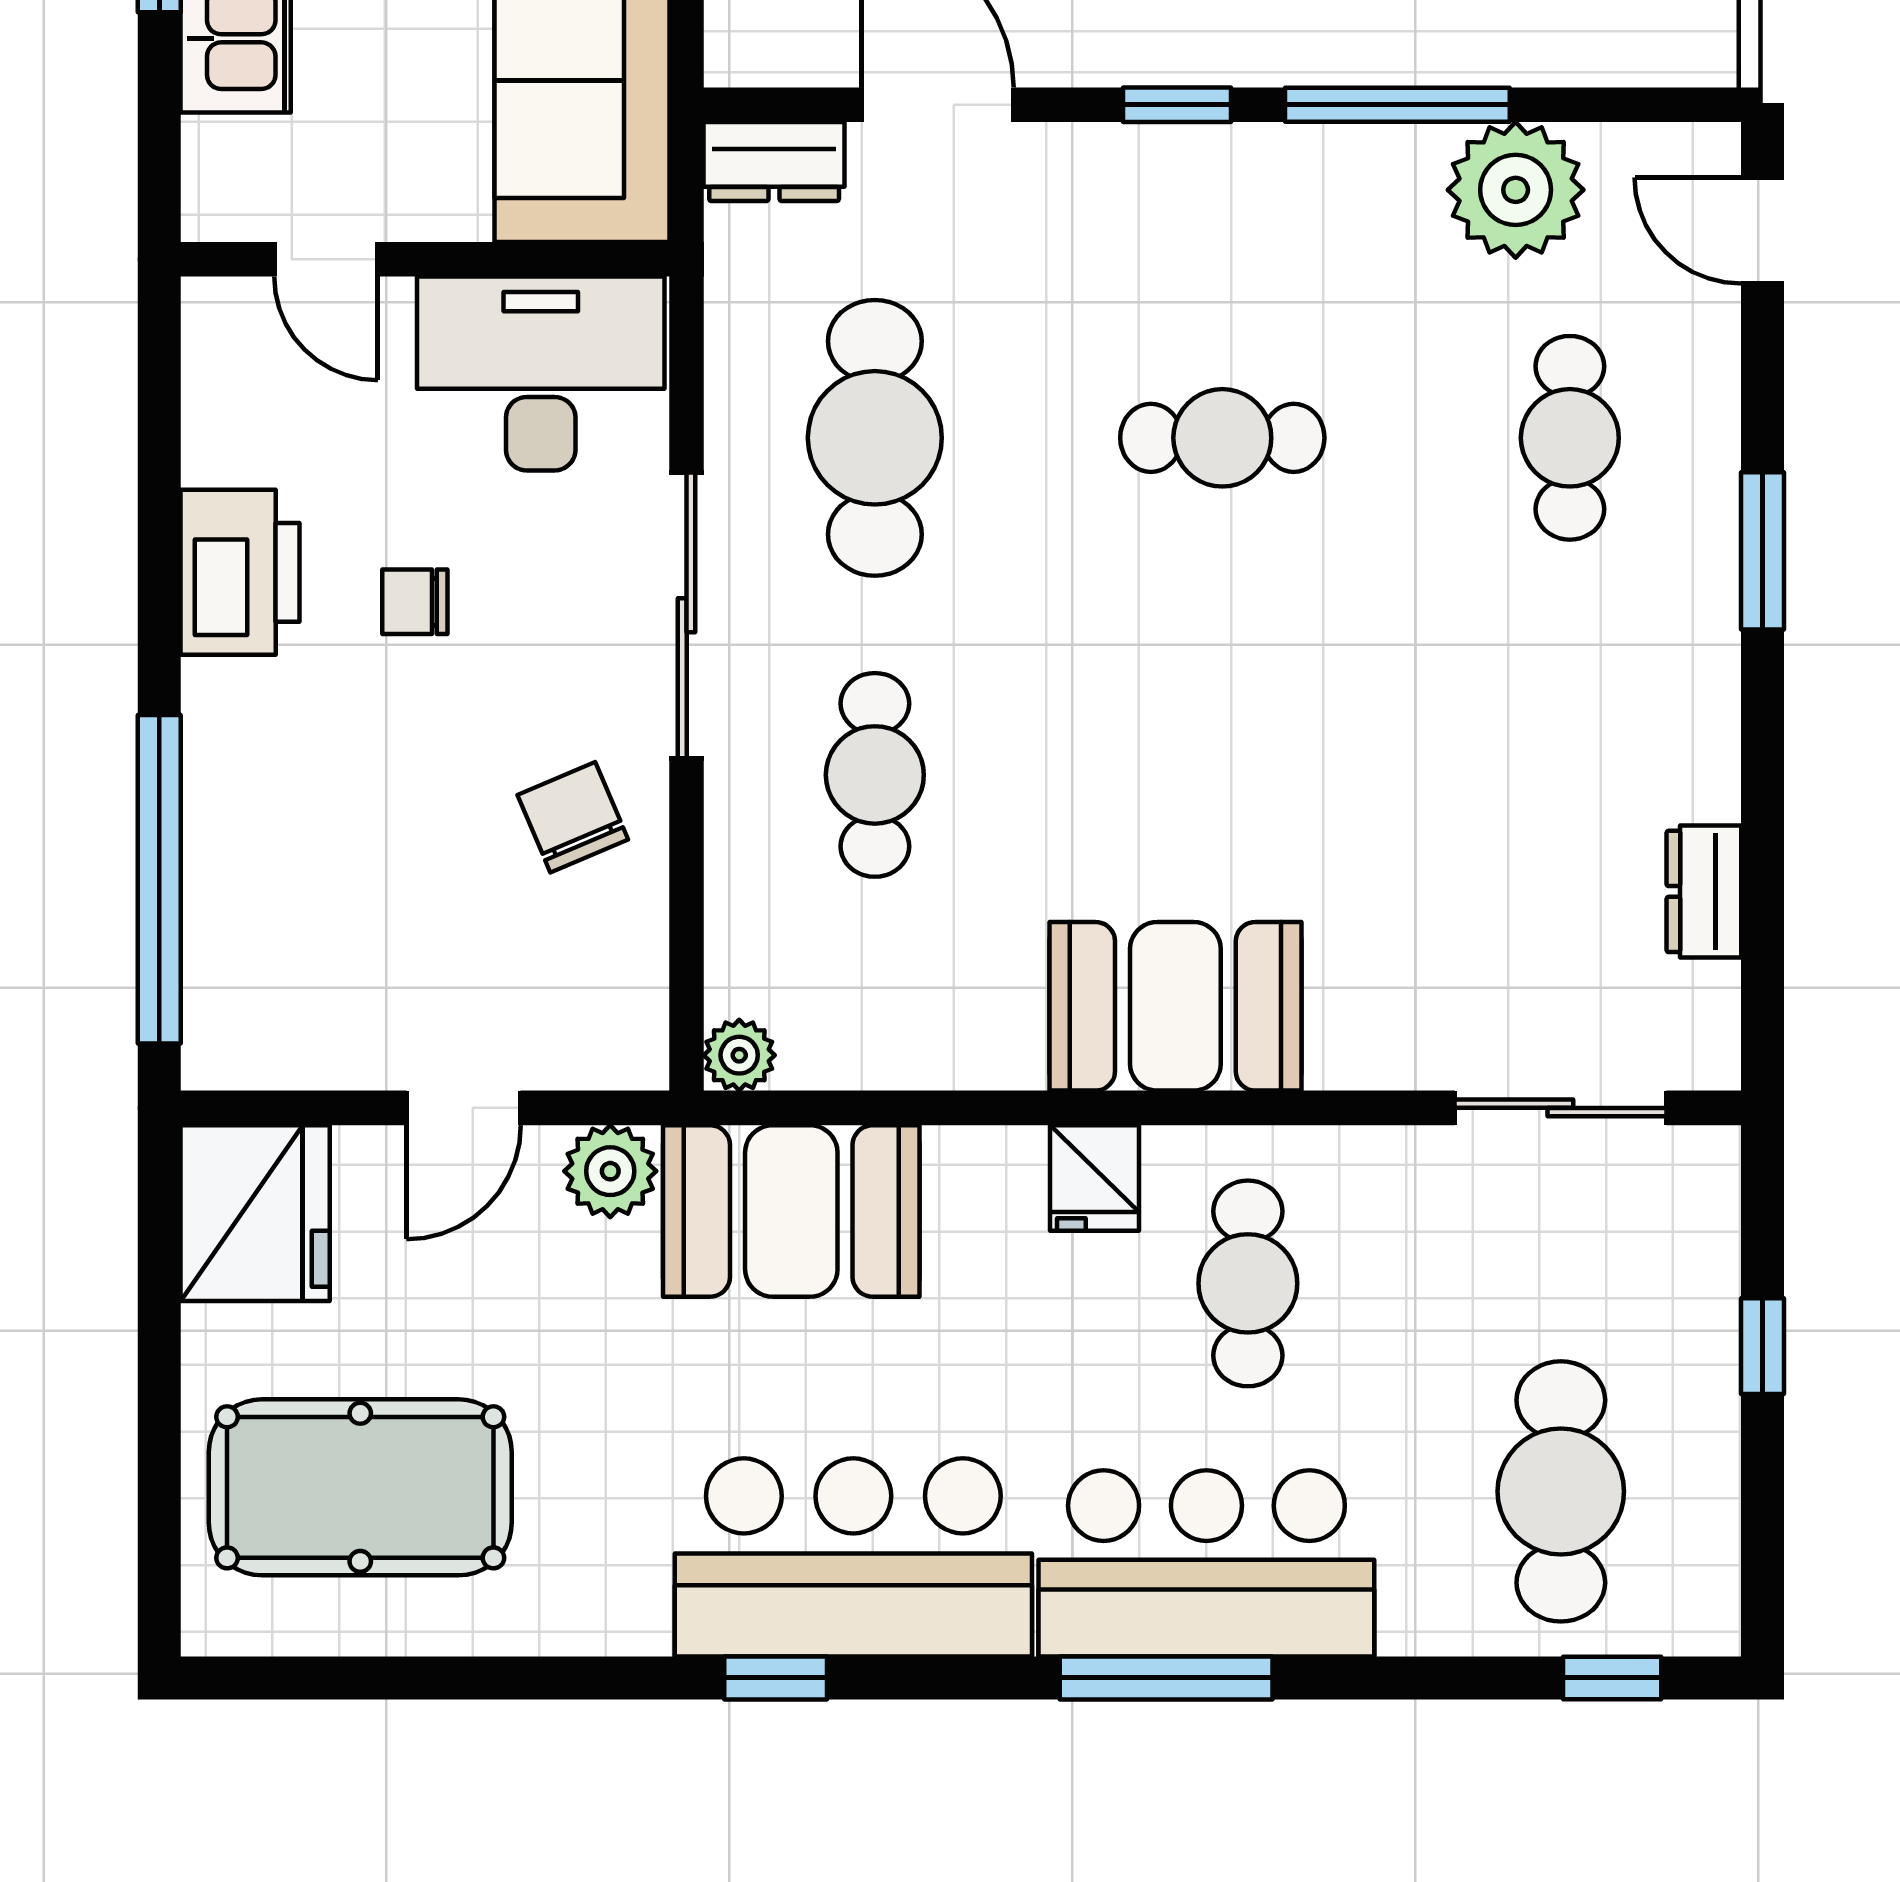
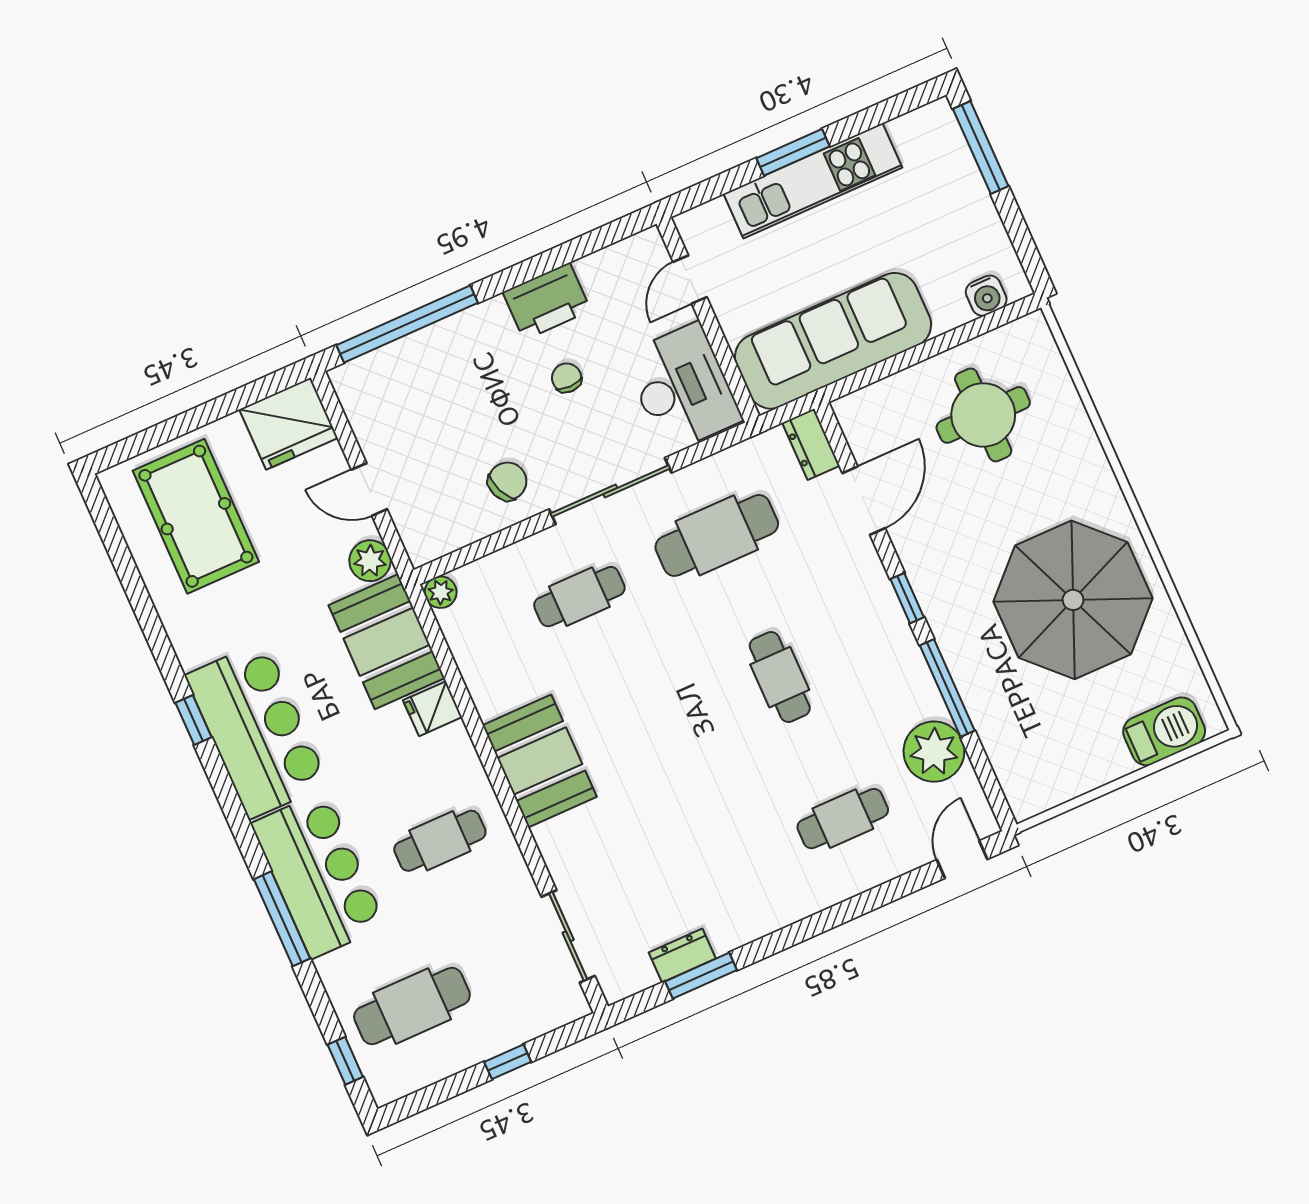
window: (1762, 551) -> (701, 976), moved
fridge: (1094, 1178) -> (433, 709), moved
window: (1166, 1678) -> (282, 919), moved

